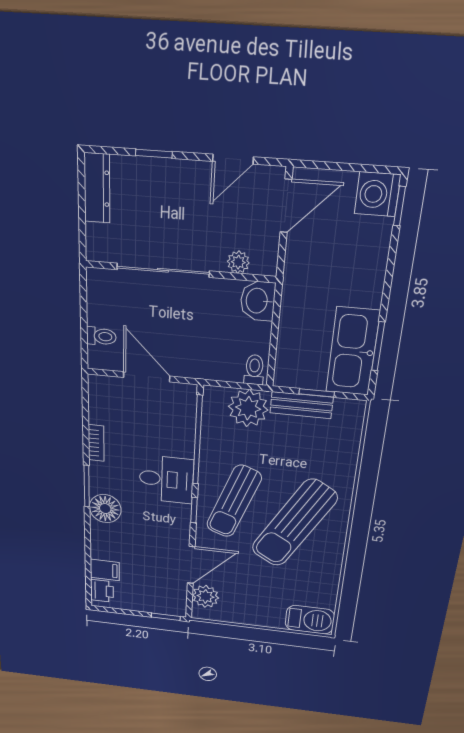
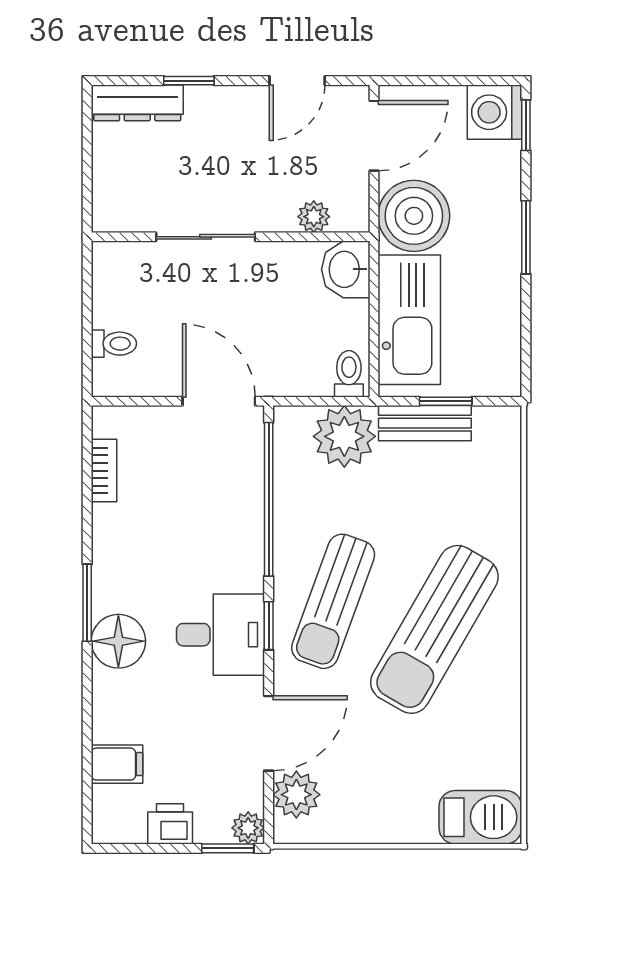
dresser: (97, 188) -> (137, 103), moved, turned 90
boiler: (309, 267) -> (414, 216), added
sliding door: (163, 270) -> (206, 237), width x0.73
window: (378, 346) -> (526, 237), moved
kitchen sink: (353, 352) -> (409, 320), moved, turned 180
door: (147, 377) -> (219, 401), moved
bookcase: (96, 443) -> (104, 471), moved
desk: (166, 479) -> (220, 635), moved
printer: (102, 591) -> (170, 824), moved, turned -90
plant: (178, 609) -> (248, 828), added

